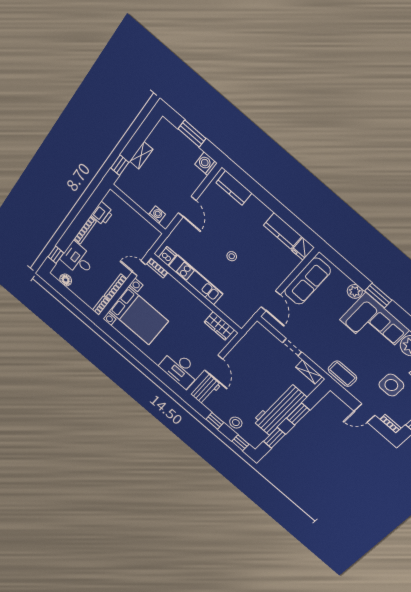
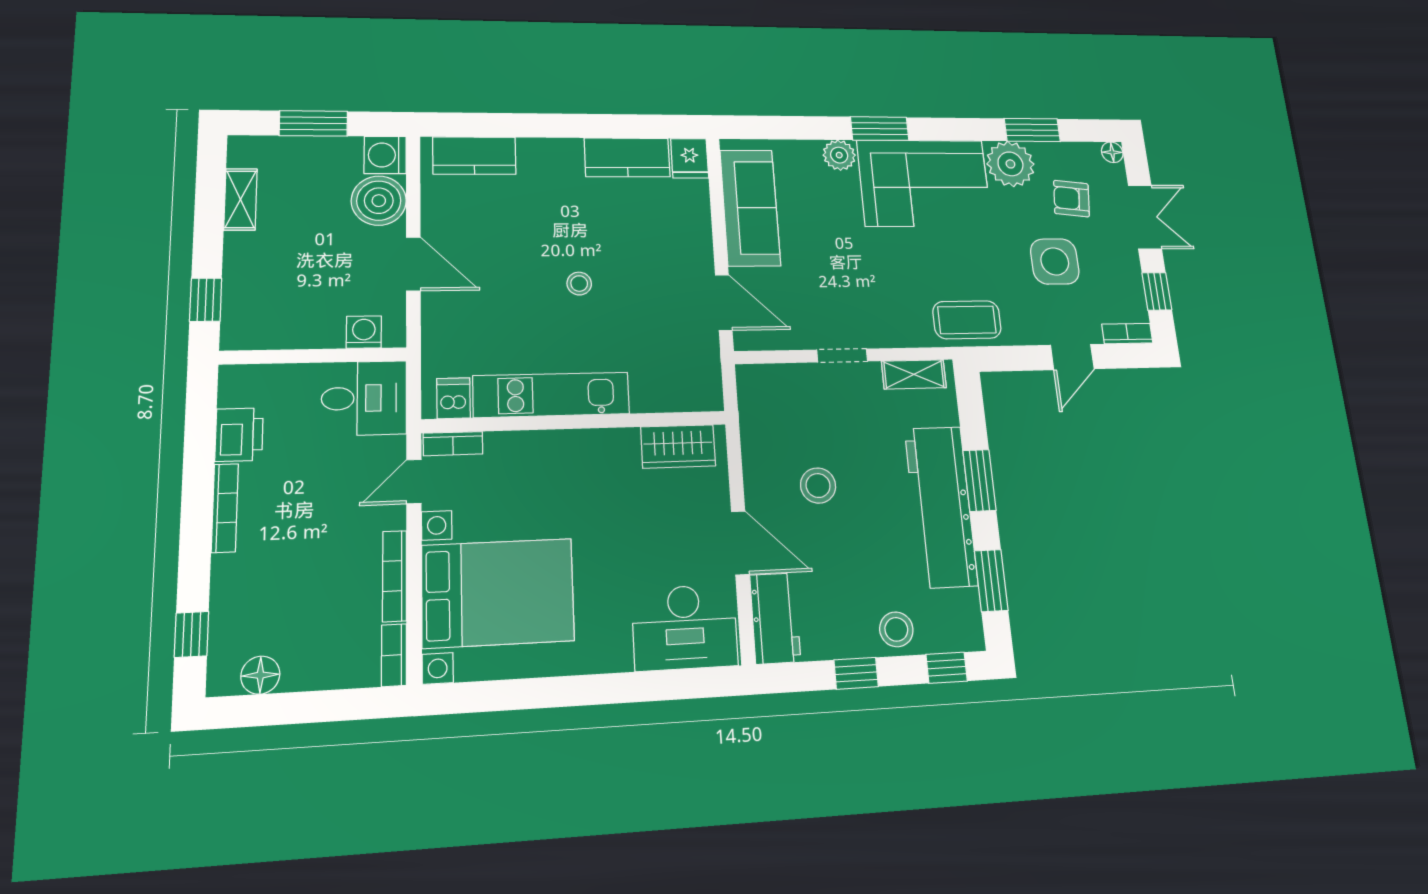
shelving: (141, 155) -> (240, 199), moved
boiler: (192, 177) -> (379, 201), added
desk: (78, 259) -> (364, 398), moved, turned 180
stool: (250, 372) -> (818, 486), added

